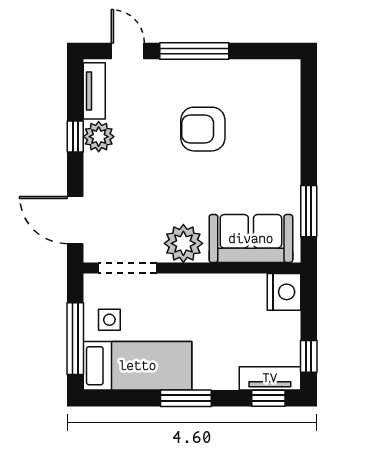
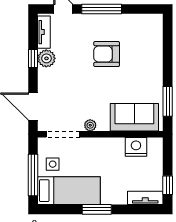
plant: (183, 243) -> (90, 125), width x0.53, depth x0.53
nightstand: (284, 292) -> (136, 147), moved, turned -90
window: (268, 398) -> (144, 209), removed

